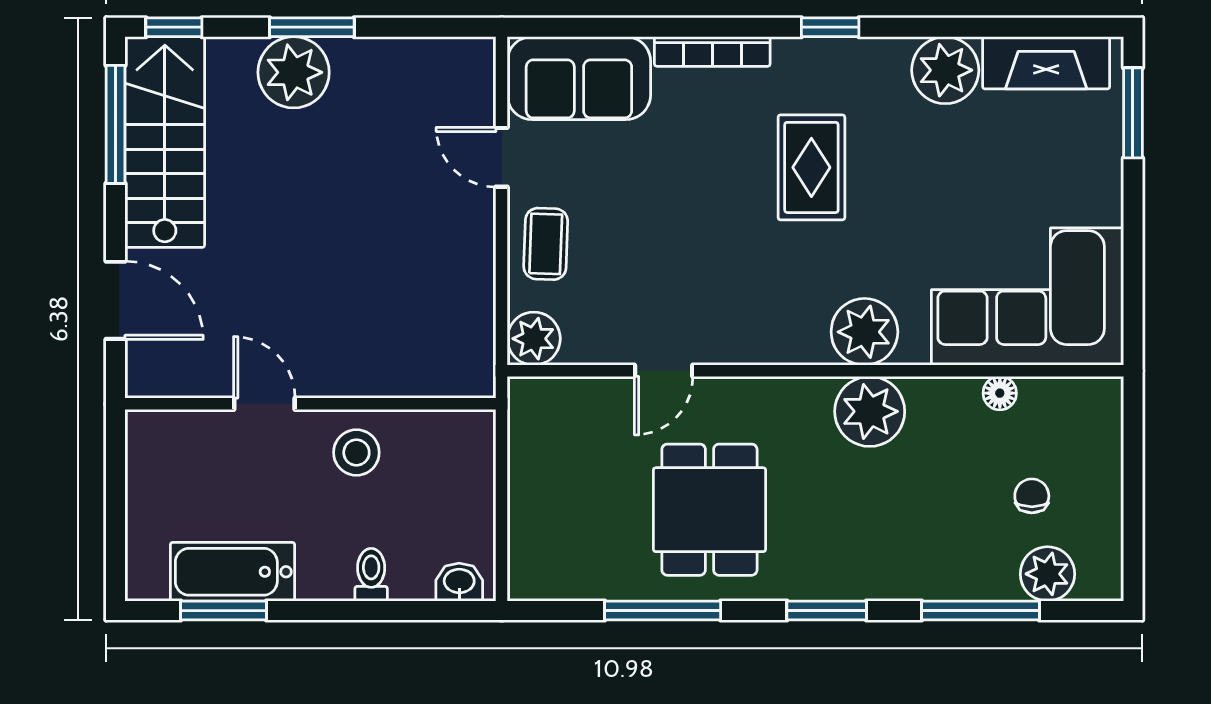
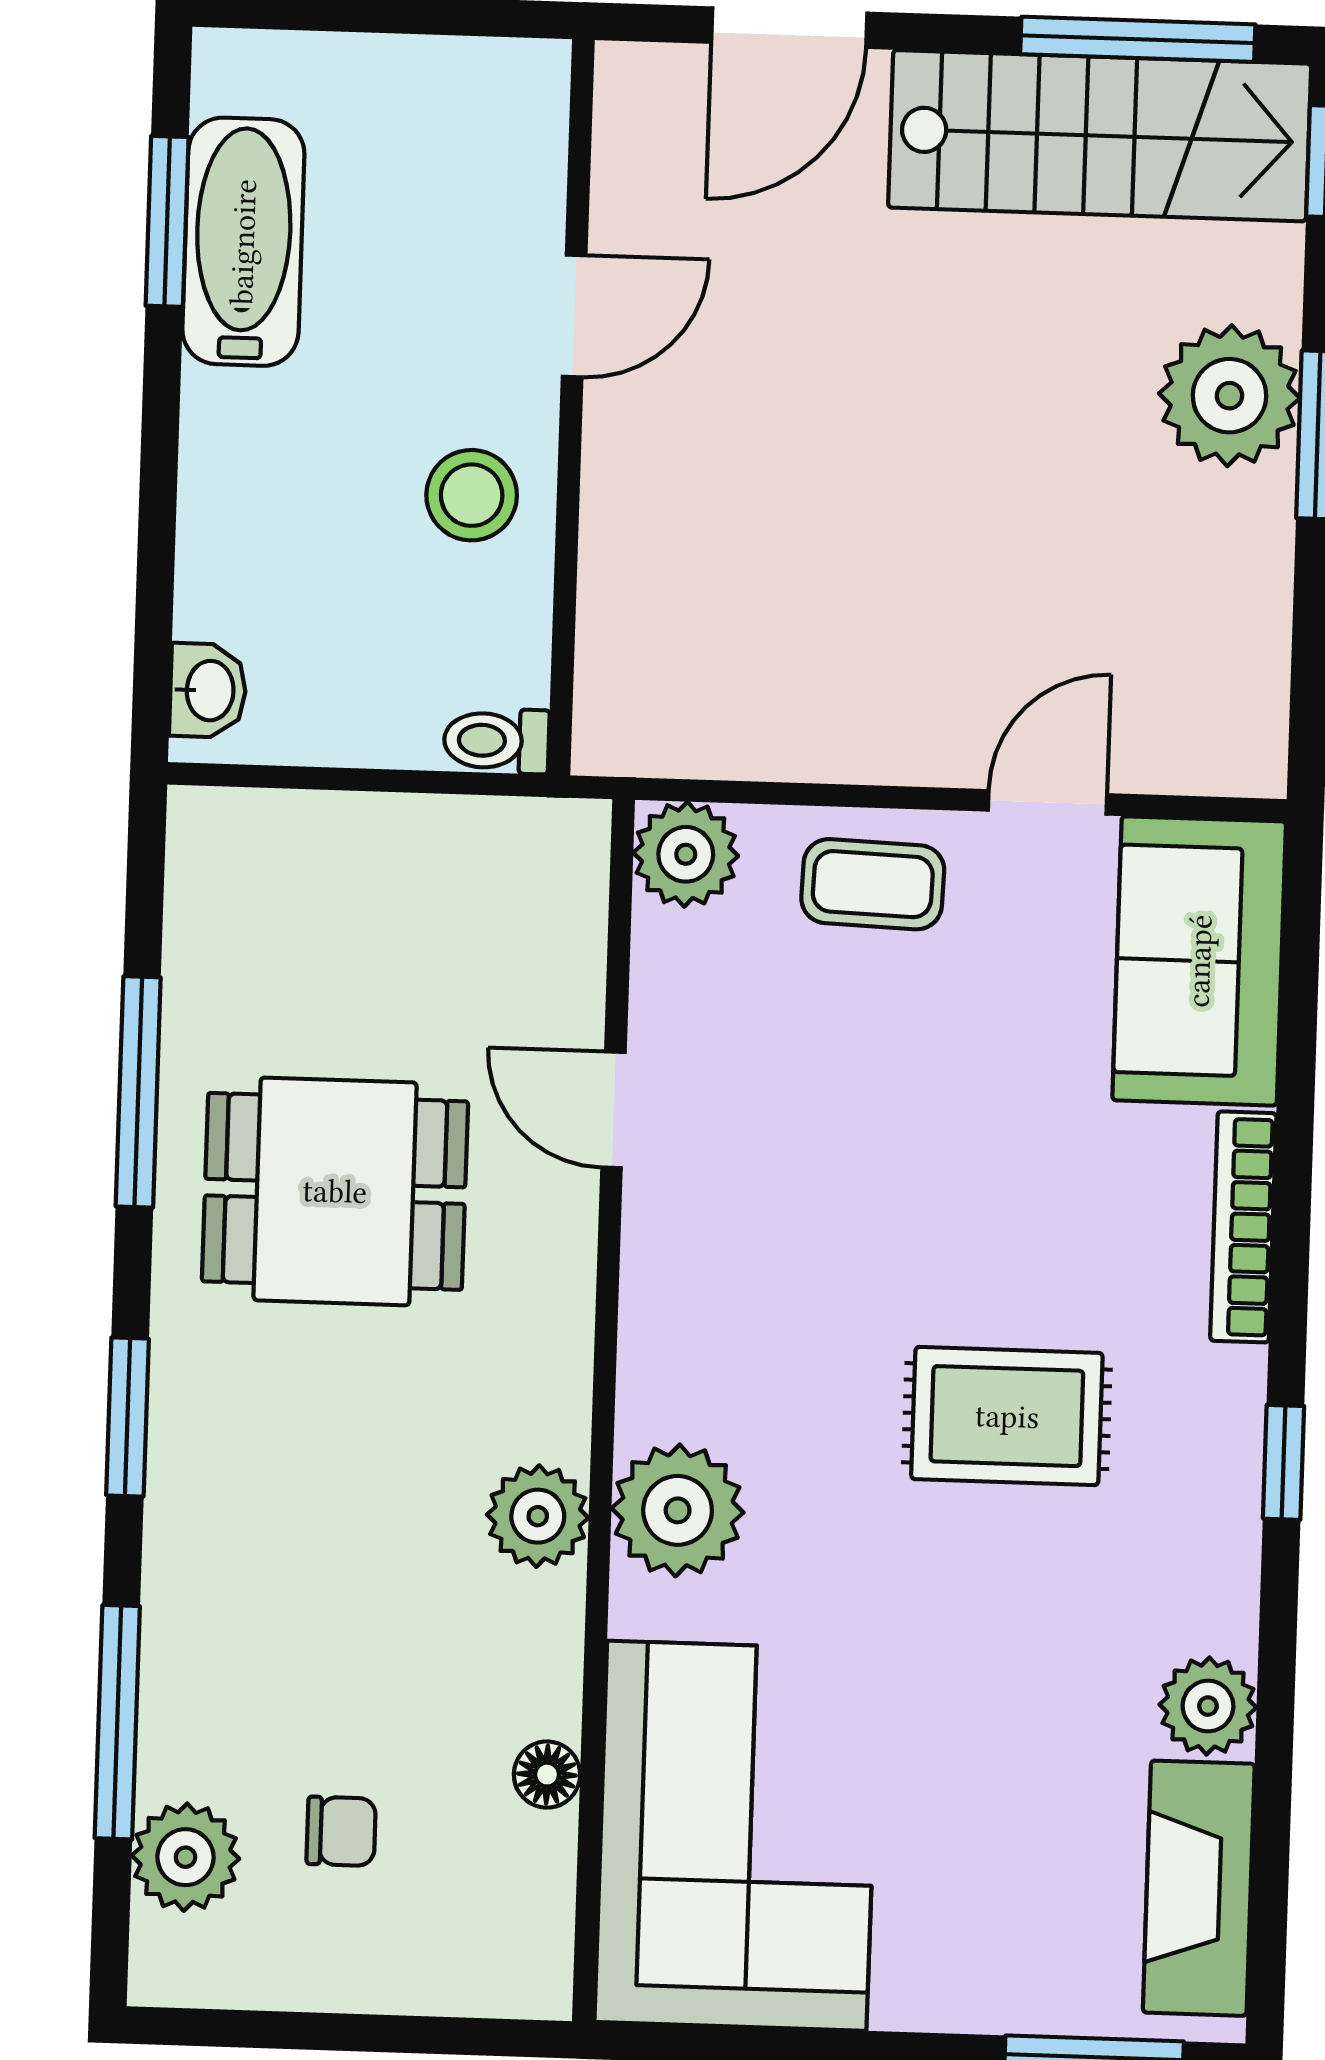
plant: (945, 70) -> (1208, 1706), width x0.73, depth x0.73
plant: (870, 411) -> (538, 1516), width x0.73, depth x0.73
toilet: (371, 575) -> (497, 741), moved, turned 180

